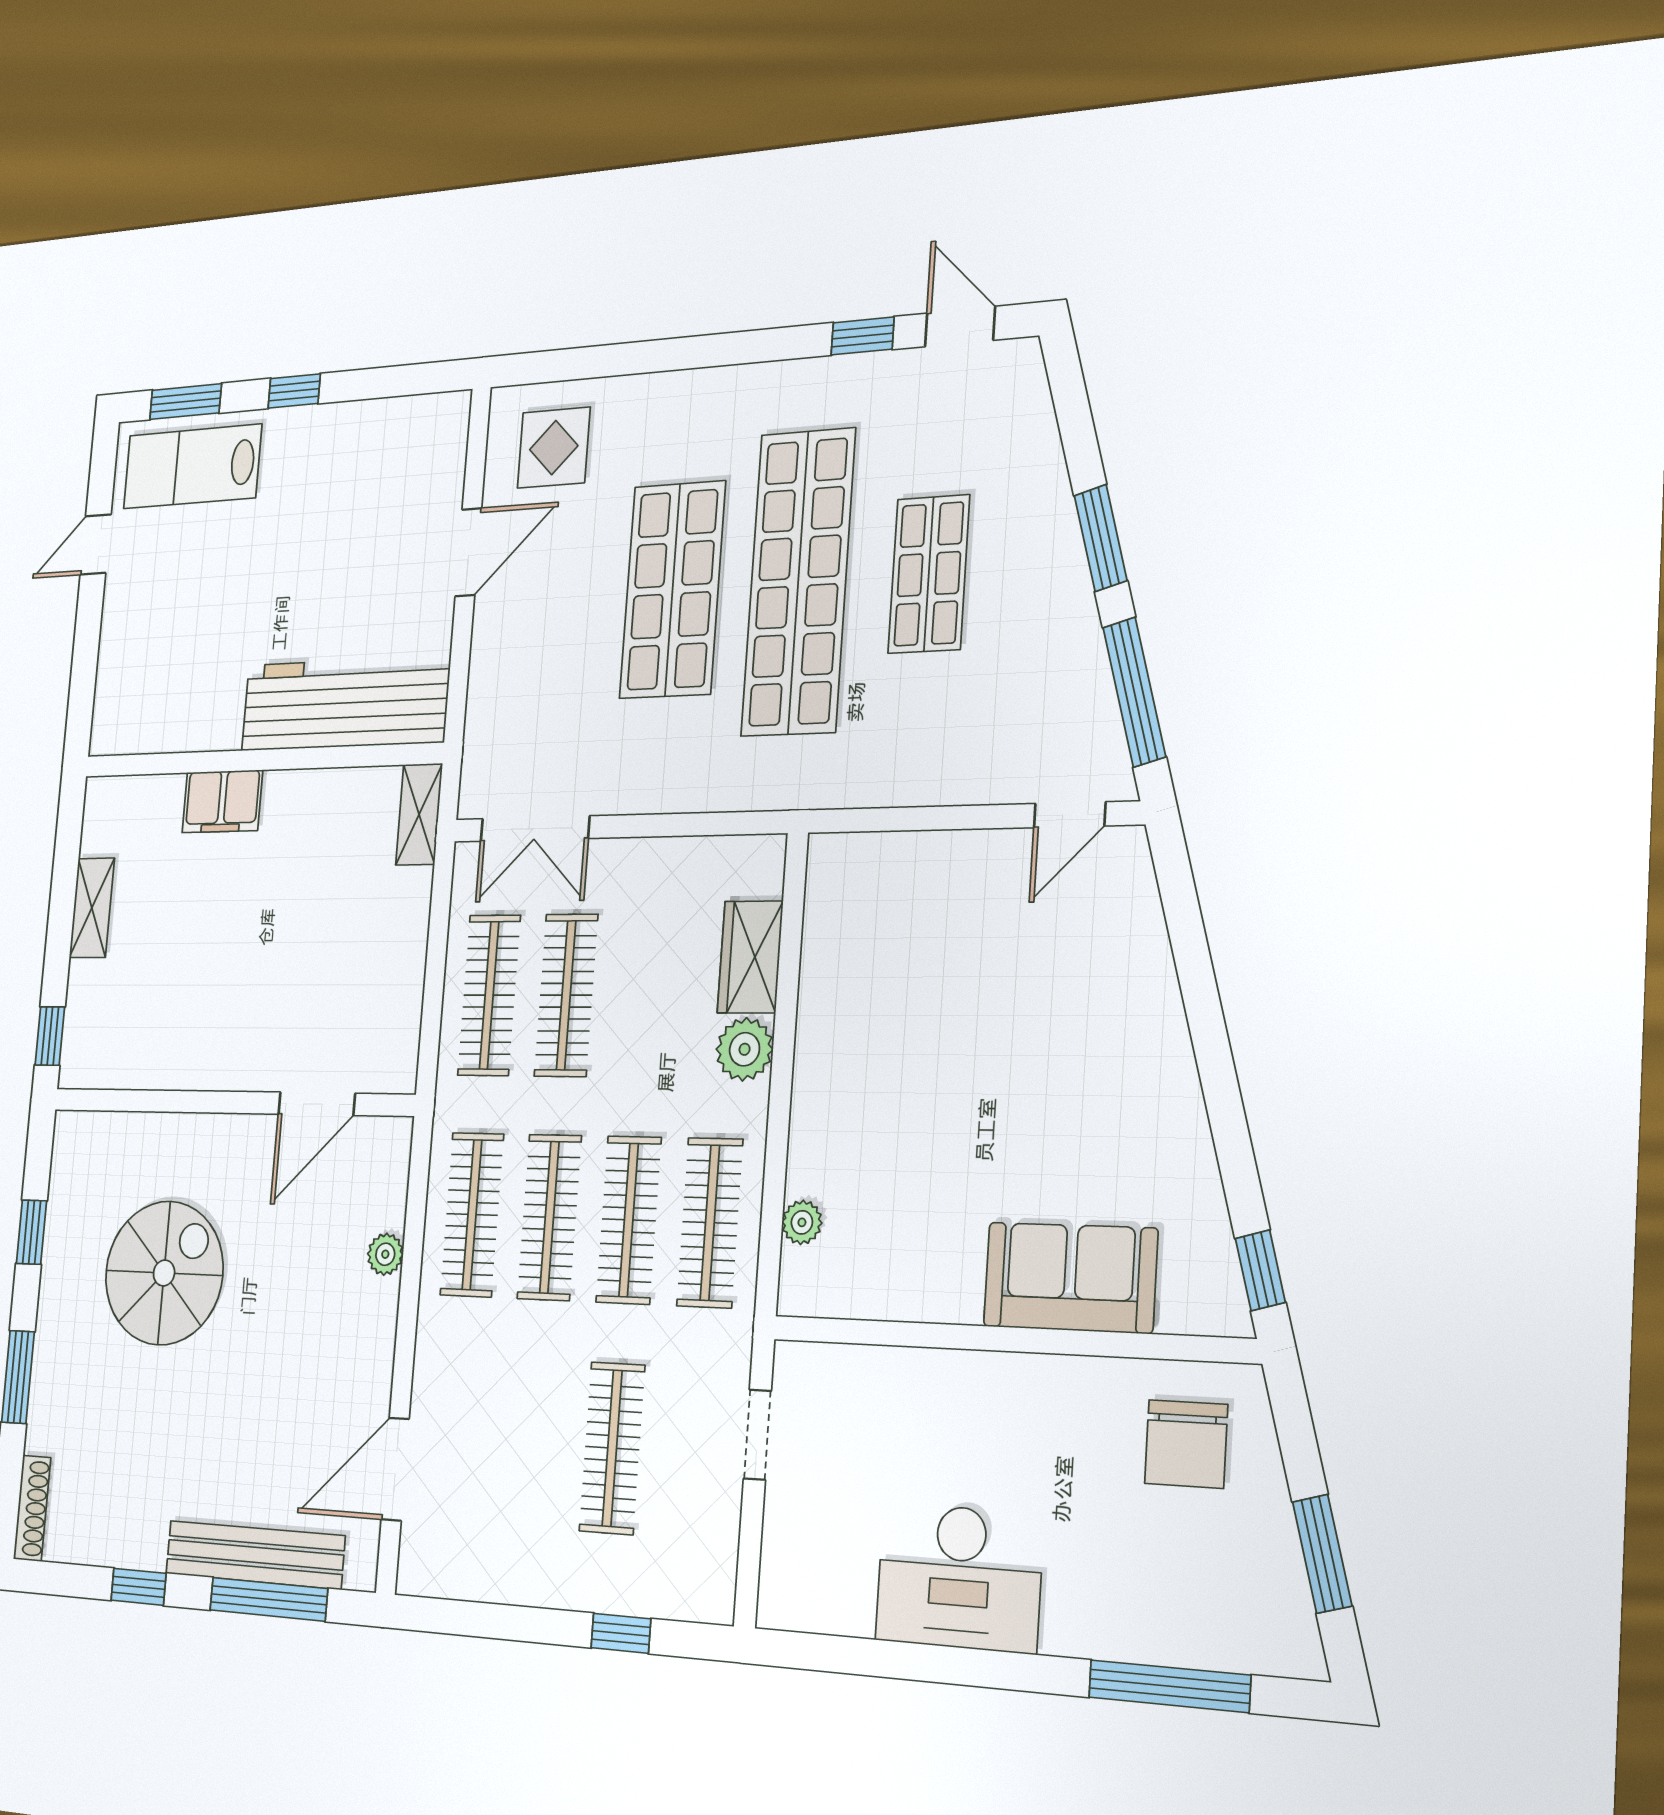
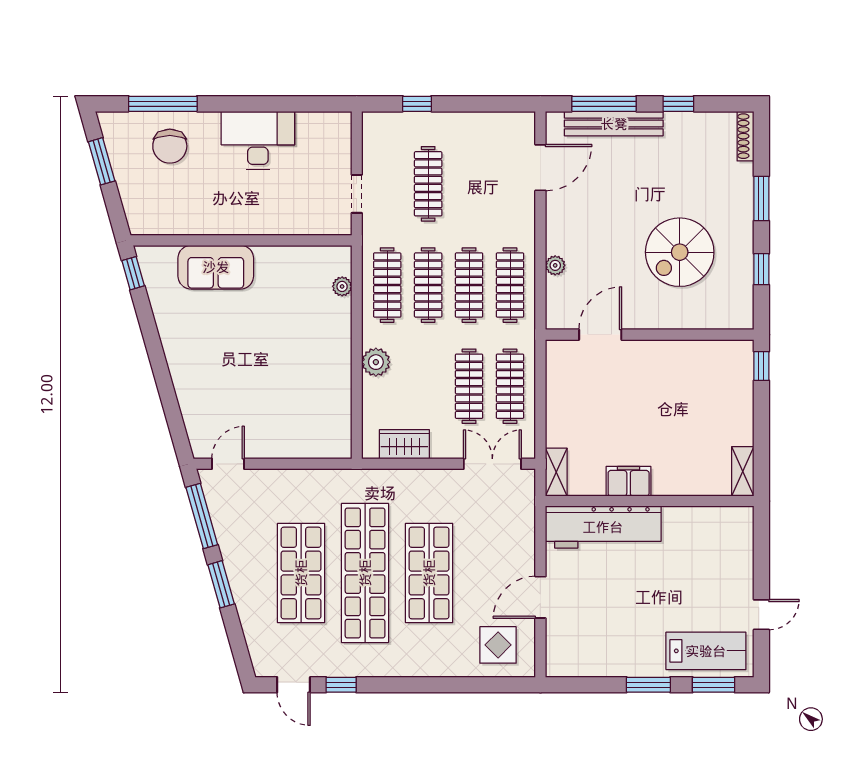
window: (294, 391) -> (648, 685), width x1.50
shop shelf: (929, 574) -> (301, 573), width x1.43, depth x1.36
filing cabinet: (222, 801) -> (629, 481), moved
shelving: (92, 908) -> (743, 471), moved
wardrobe: (750, 957) -> (404, 444), moved, turned -90
chair: (1186, 1444) -> (170, 146), moved, turned 180

